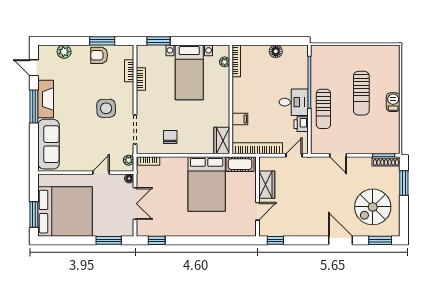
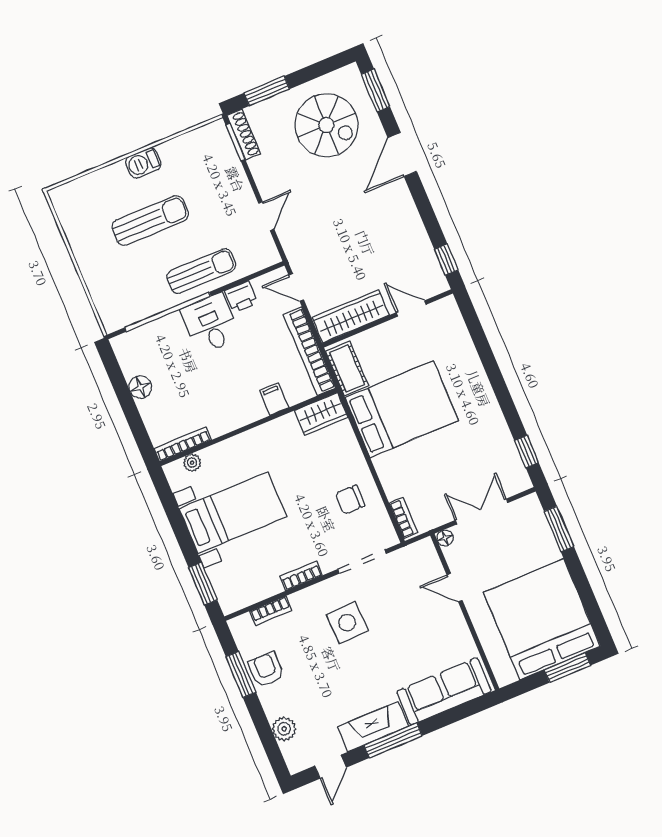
armchair: (99, 55) -> (266, 670), turned 180
bookcase: (141, 79) -> (301, 576), moved
plant: (129, 160) -> (416, 551), removed
wardrobe: (267, 185) -> (351, 316), width x1.50

